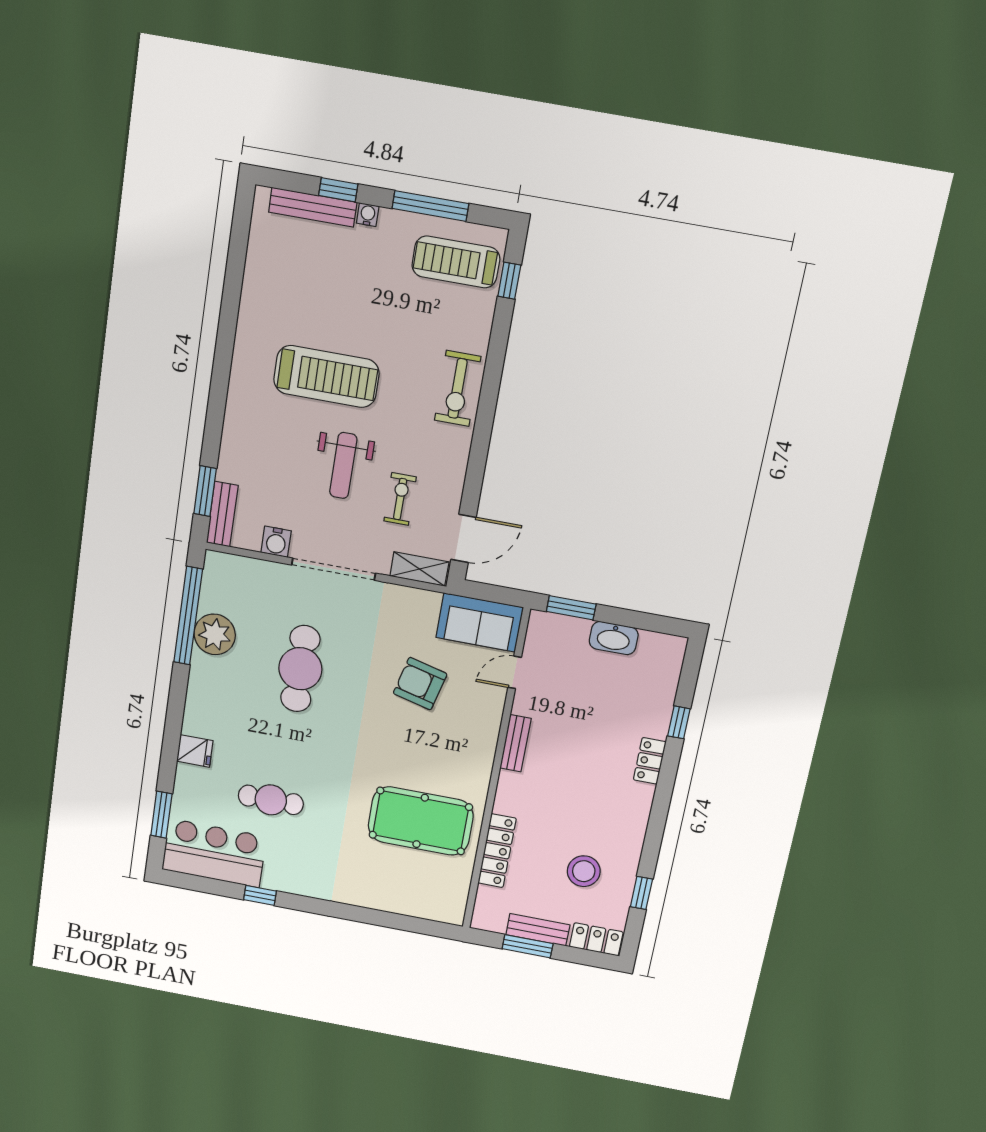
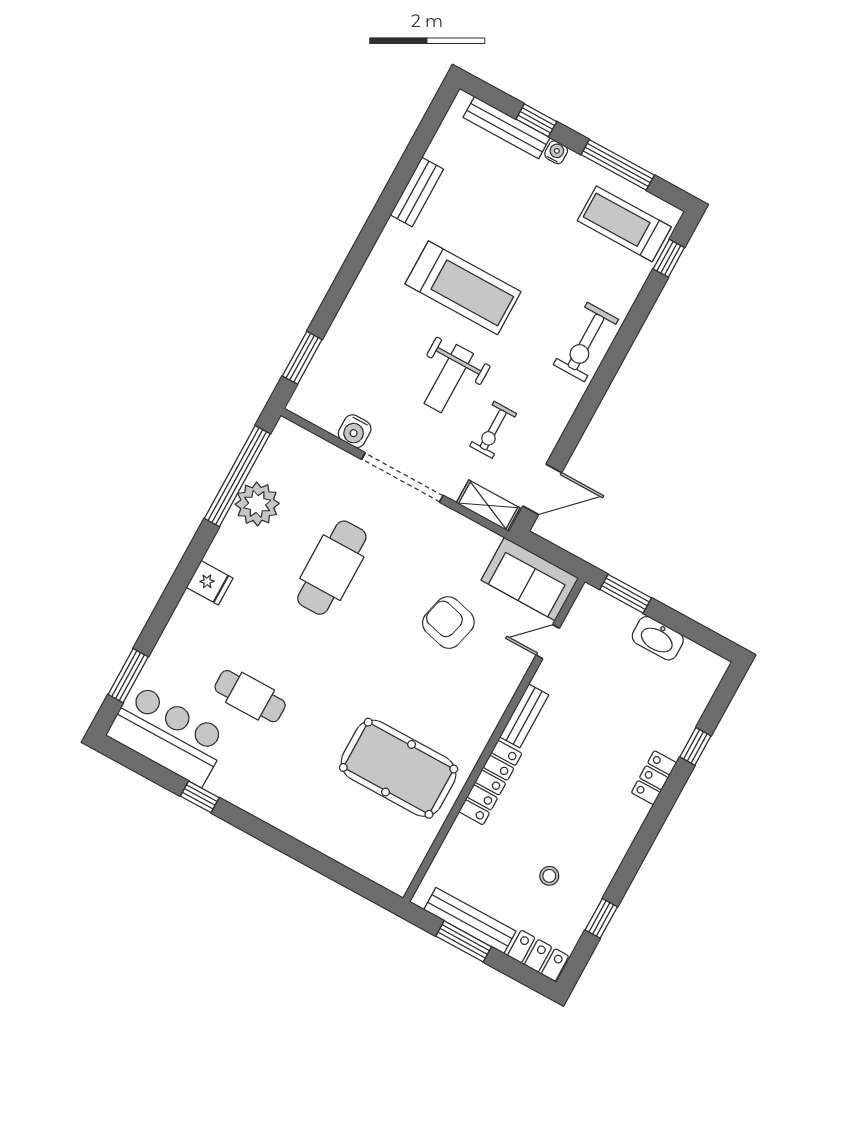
exercise bike: (400, 499) -> (493, 430), turned 180
bench: (222, 514) -> (417, 192), moved
fridge: (195, 751) -> (210, 583), moved
locker: (497, 851) -> (490, 783), moved
stool: (584, 871) -> (549, 876), width x0.53, depth x0.53
bench: (538, 930) -> (470, 920), width x1.36

